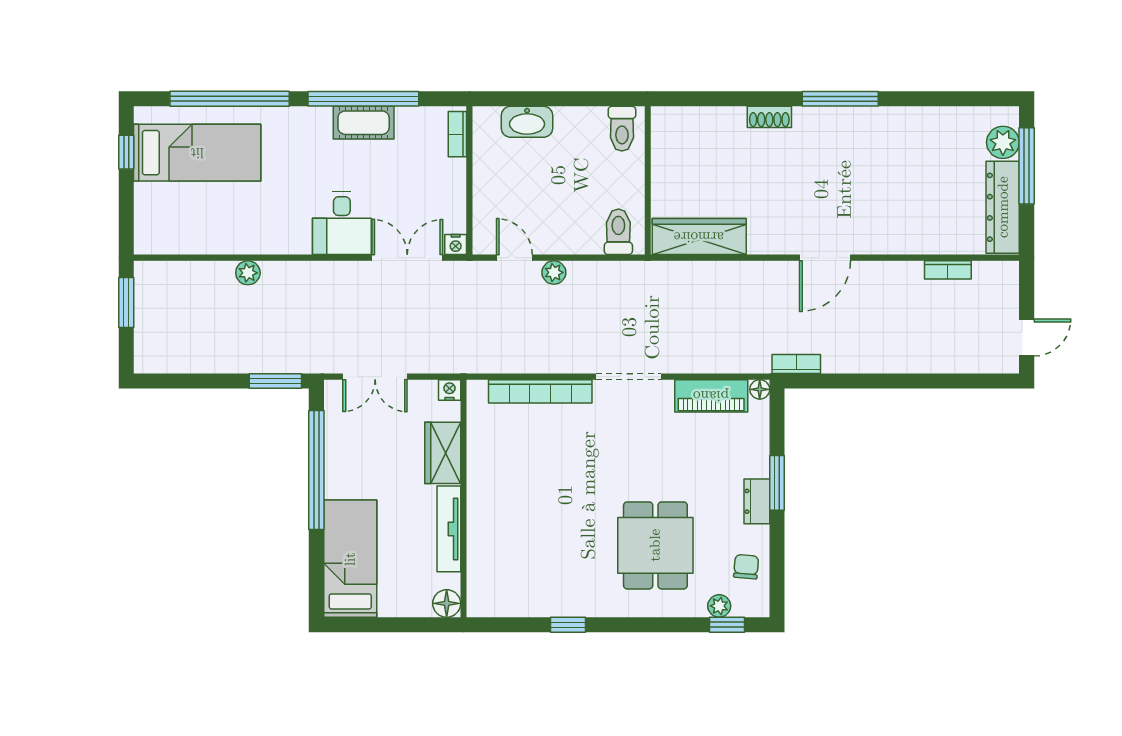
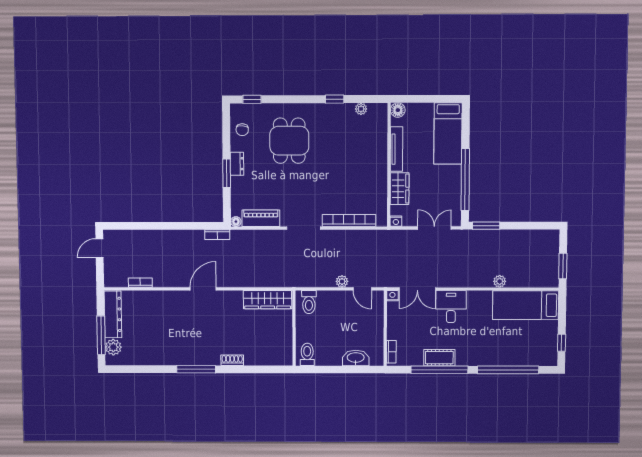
bed: (197, 153) -> (526, 305), moved
plant: (719, 606) -> (361, 109), moved

